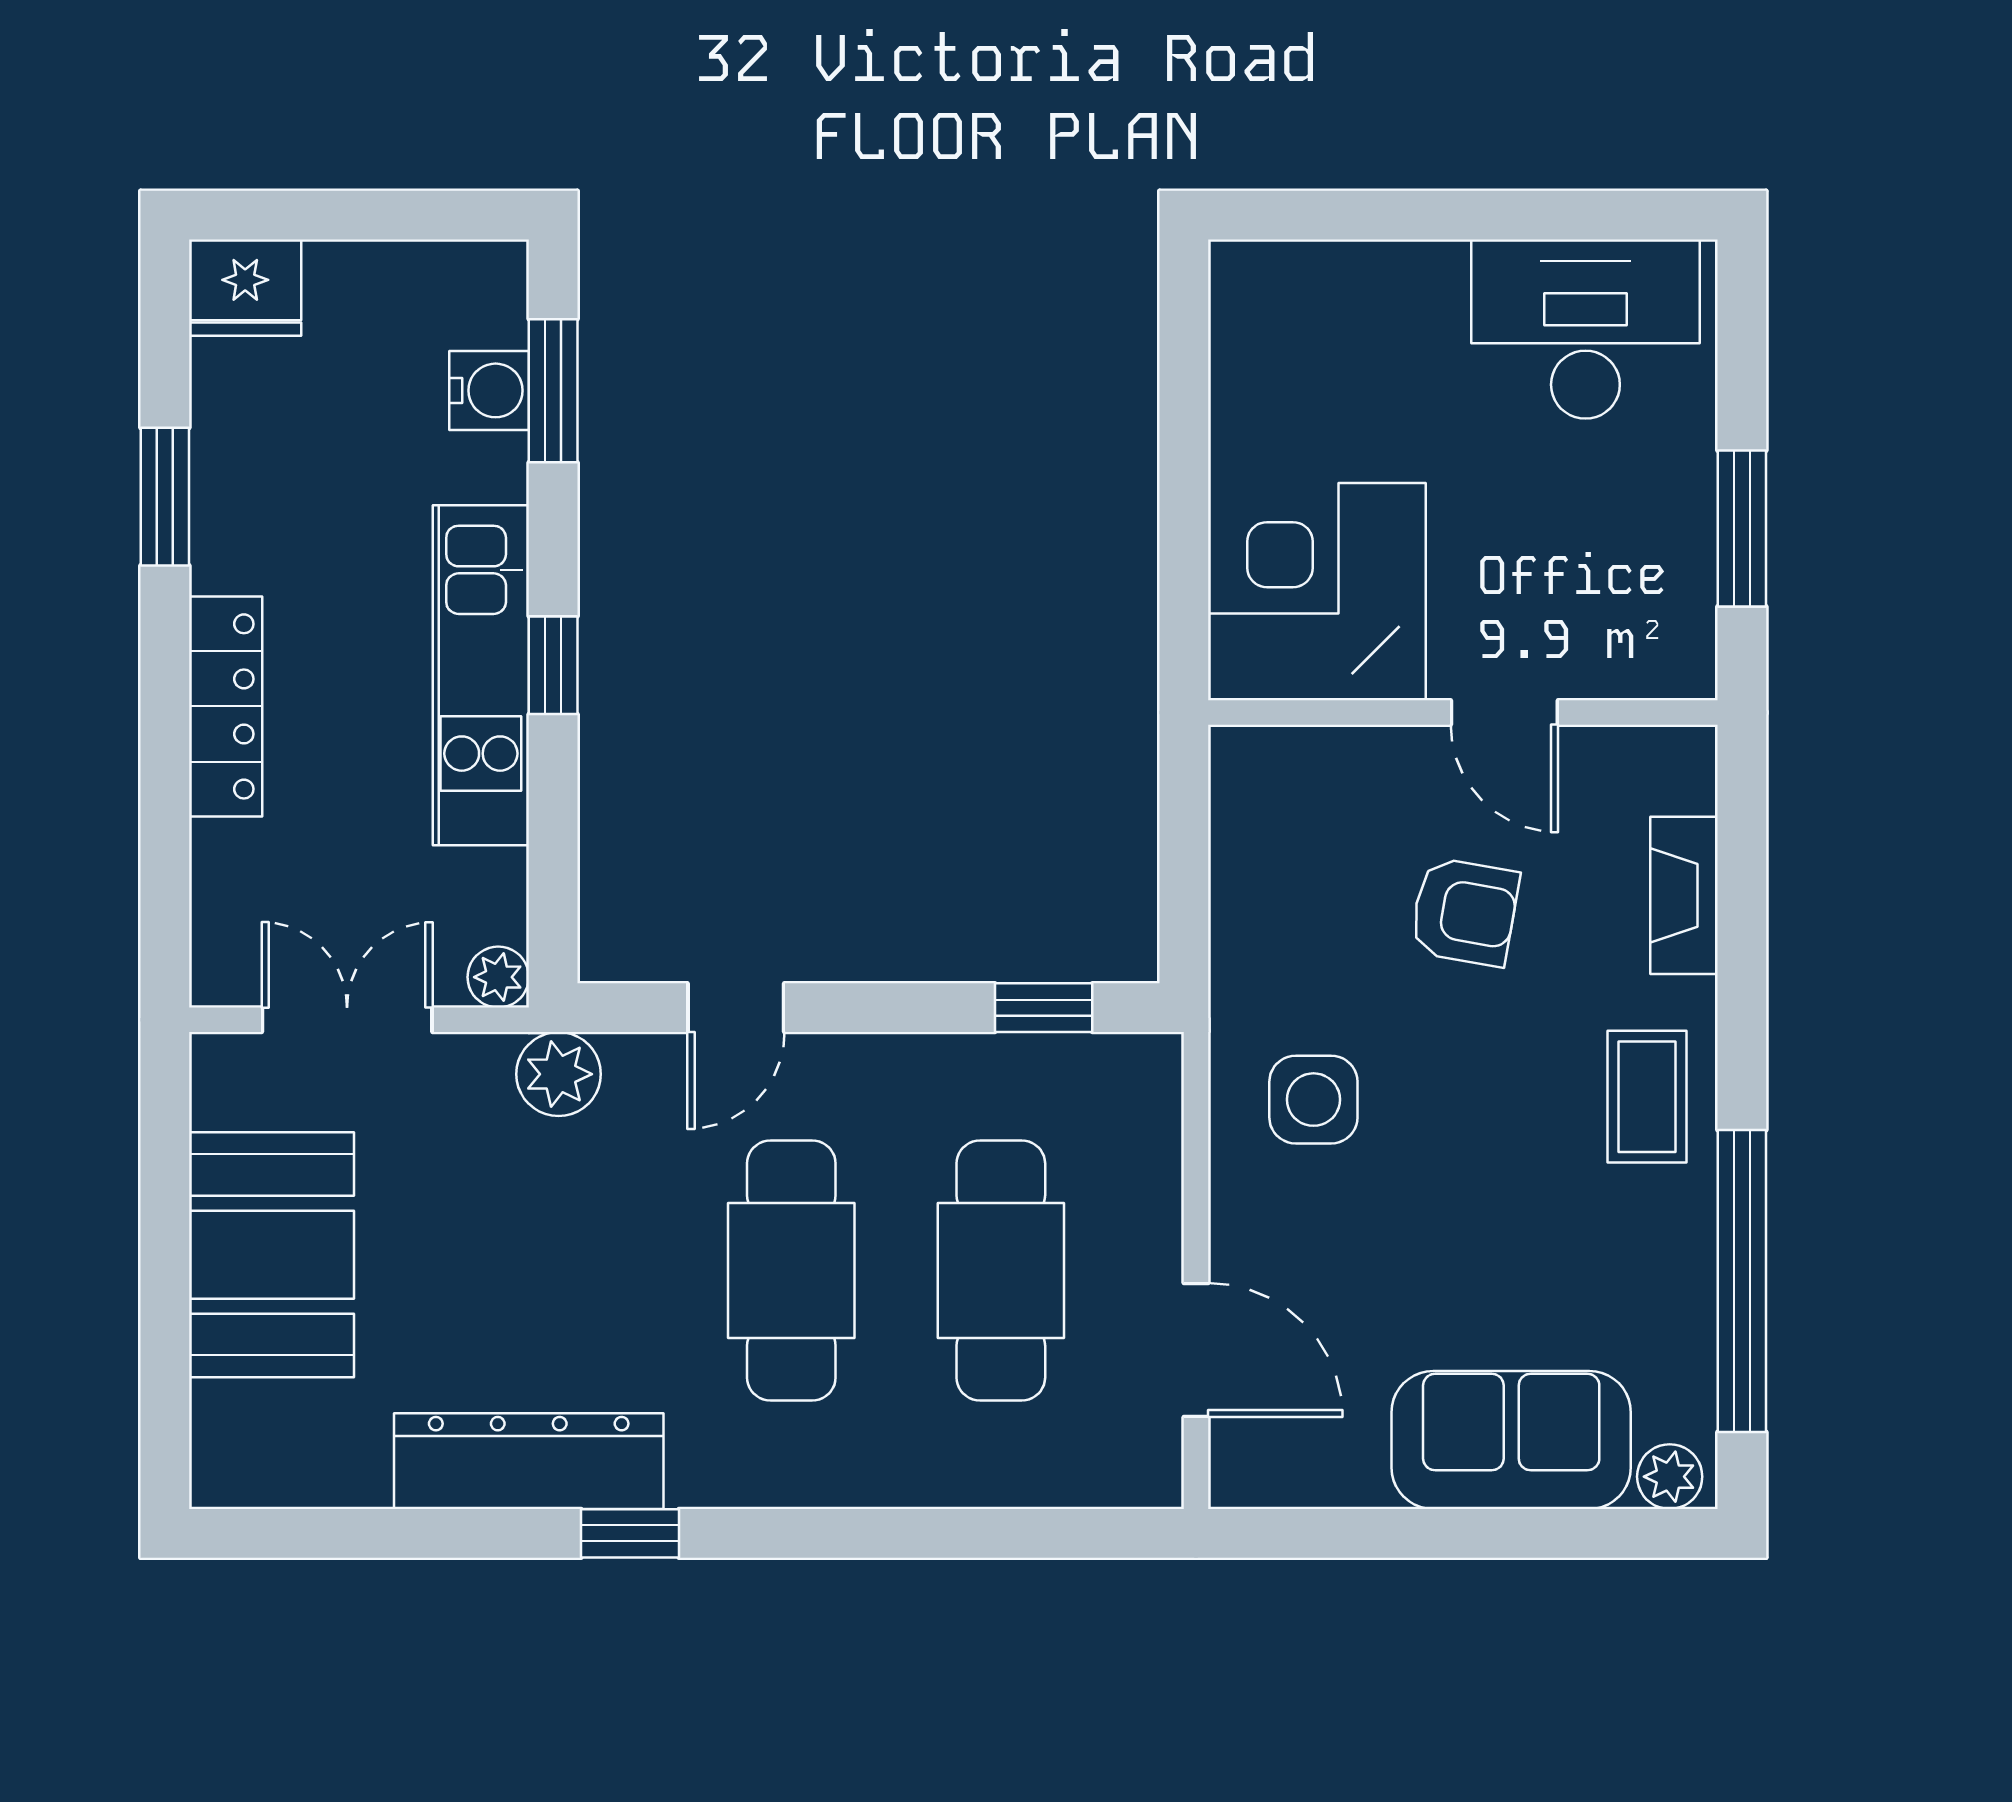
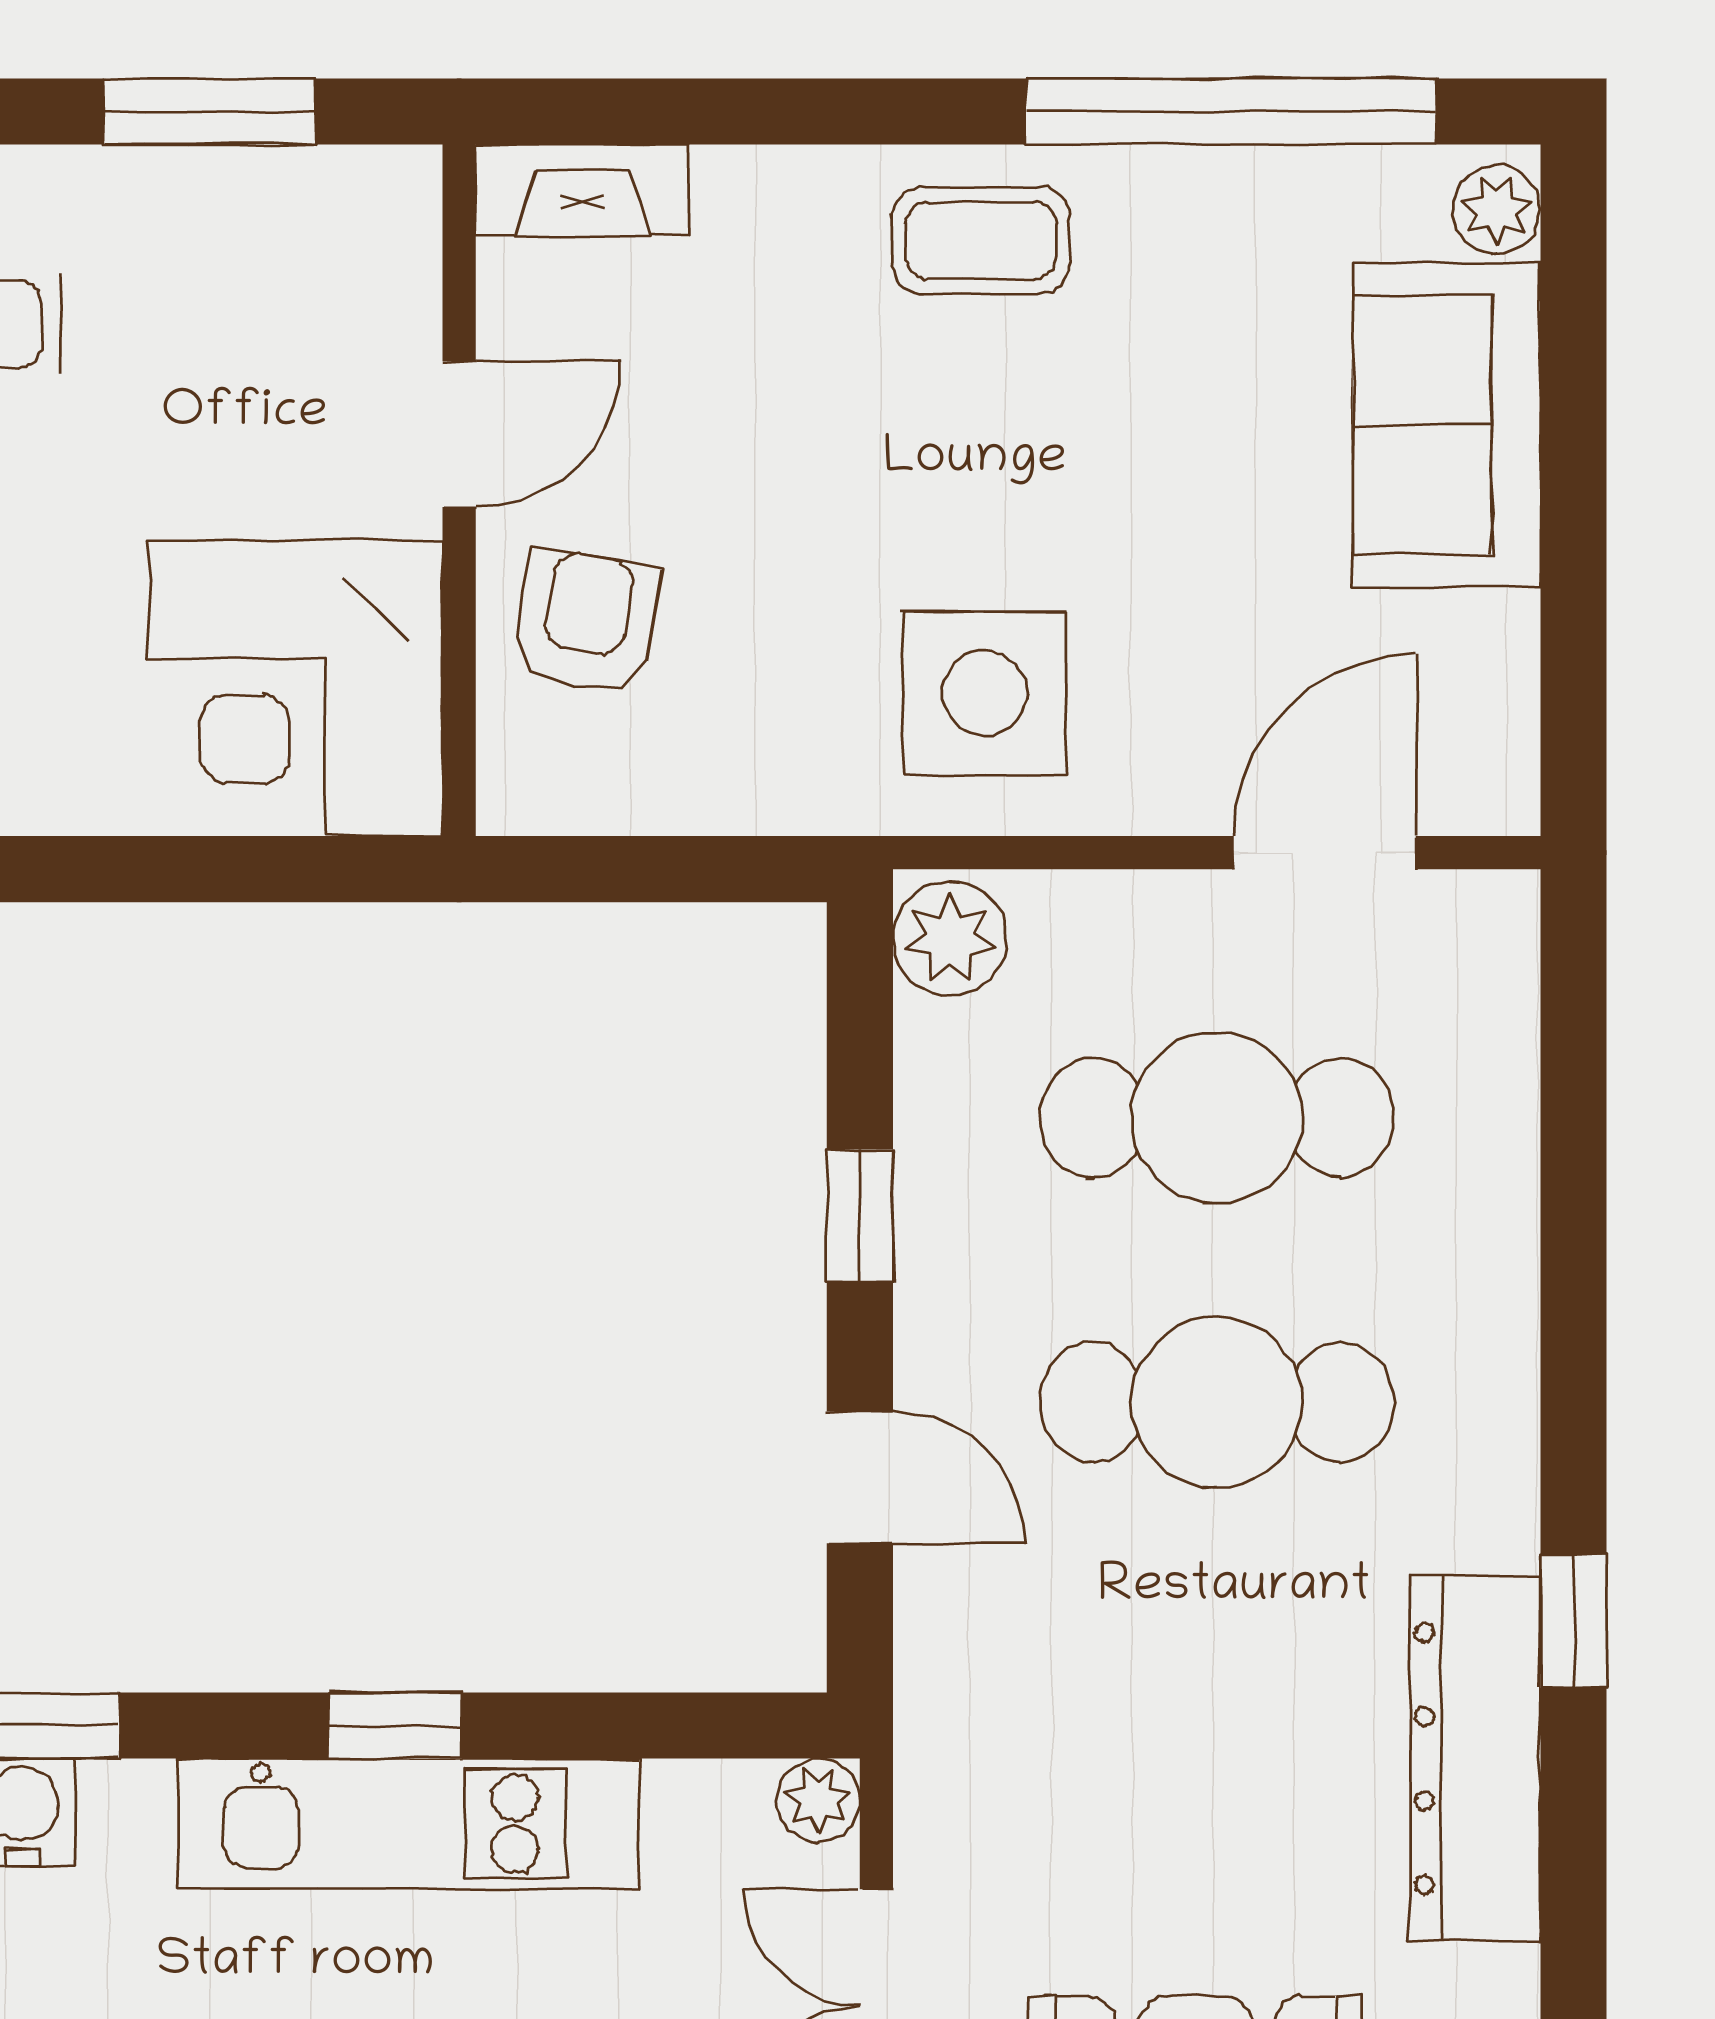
fireplace: (1684, 895) -> (583, 190), moved
armchair: (1464, 912) -> (586, 622), moved
window: (1044, 1008) -> (860, 1216), moved
plant: (559, 1074) -> (950, 939), moved
side table: (1313, 1100) -> (985, 693), width x1.37, depth x1.37

